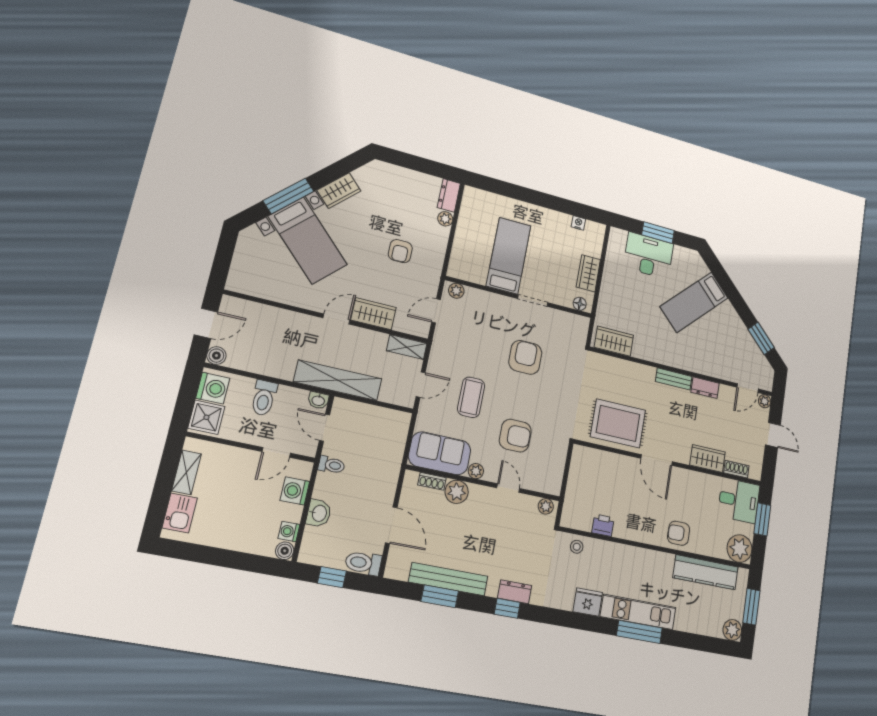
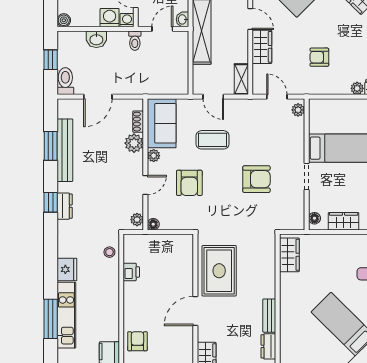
floor lamp: (554, 488) -> (153, 224), added
washing machine: (289, 532) -> (127, 20), moved

